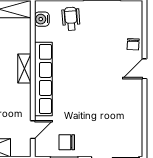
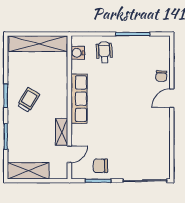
shelving: (24, 69) -> (62, 132), moved
row of seats: (43, 79) -> (79, 99), width x0.73

